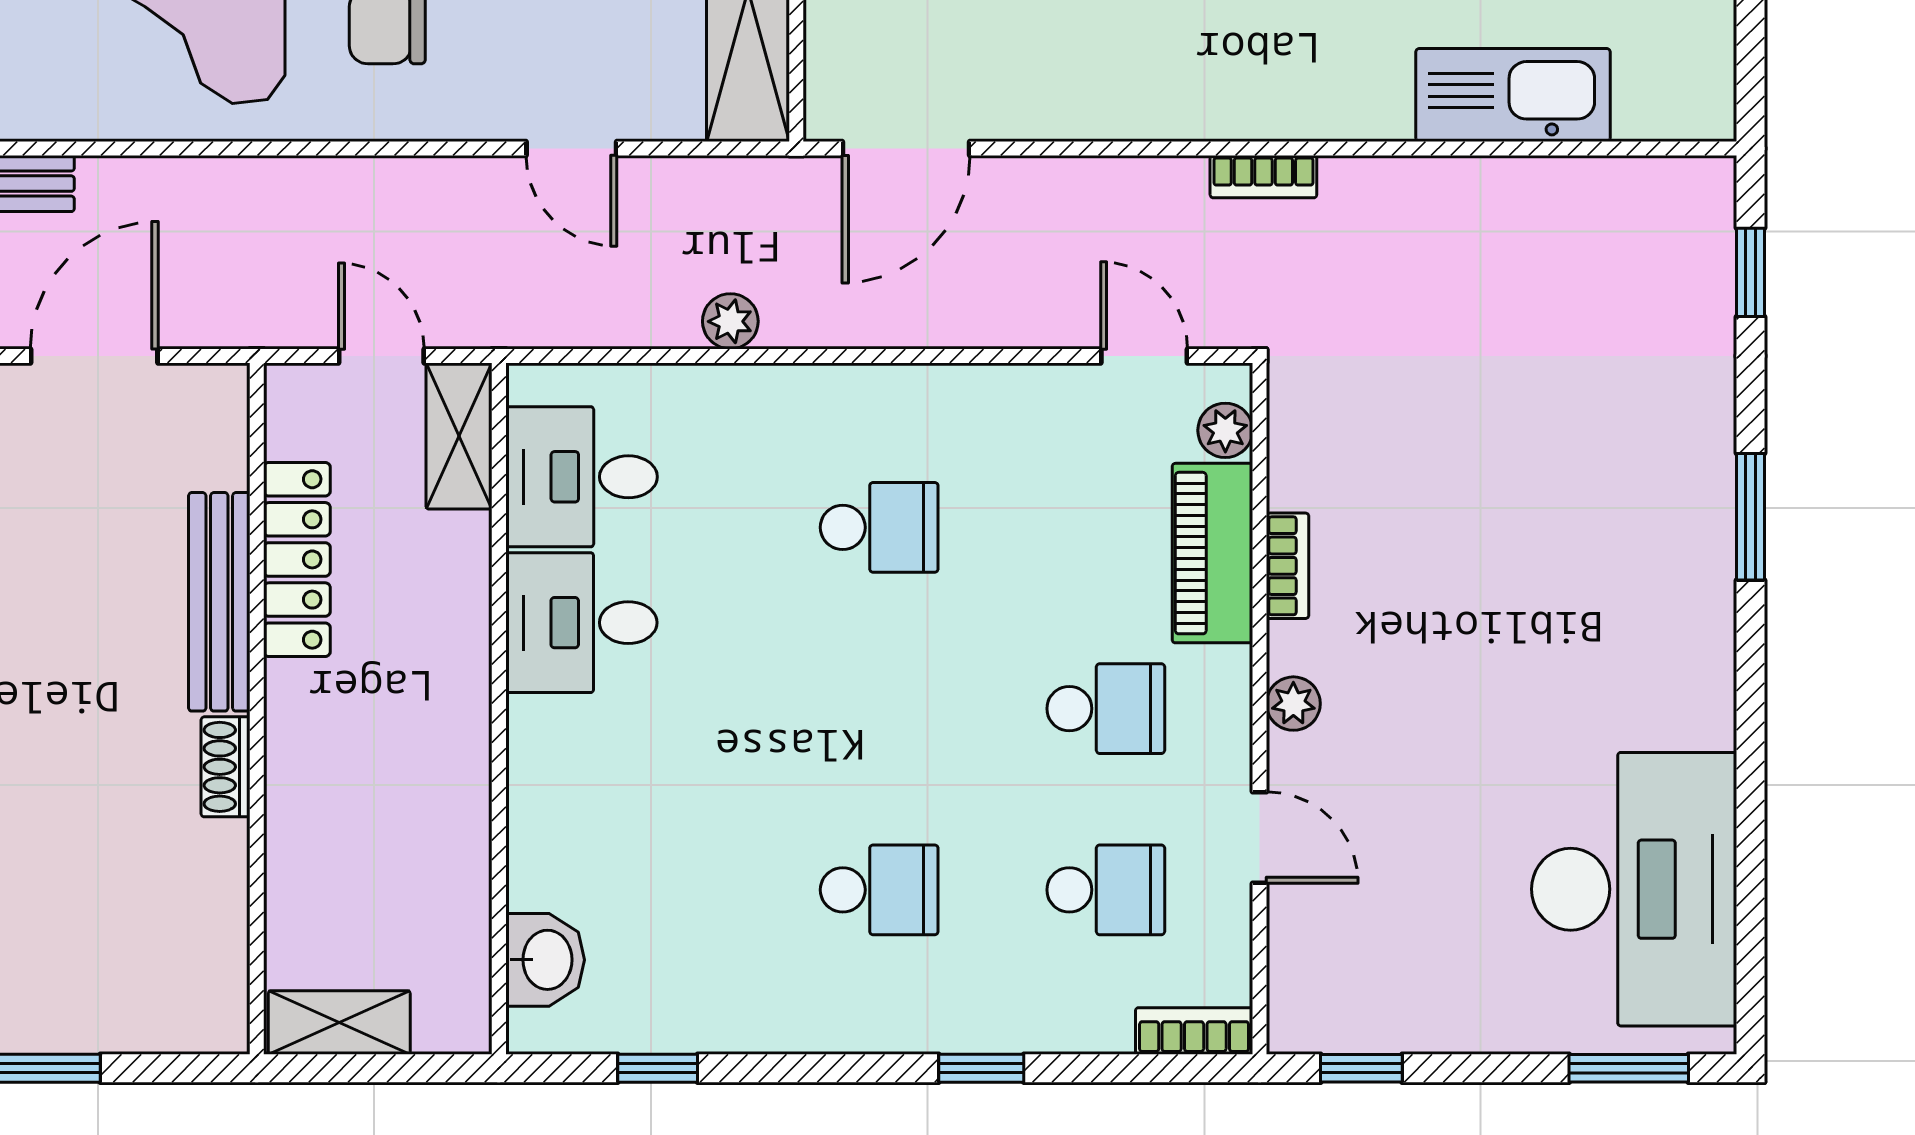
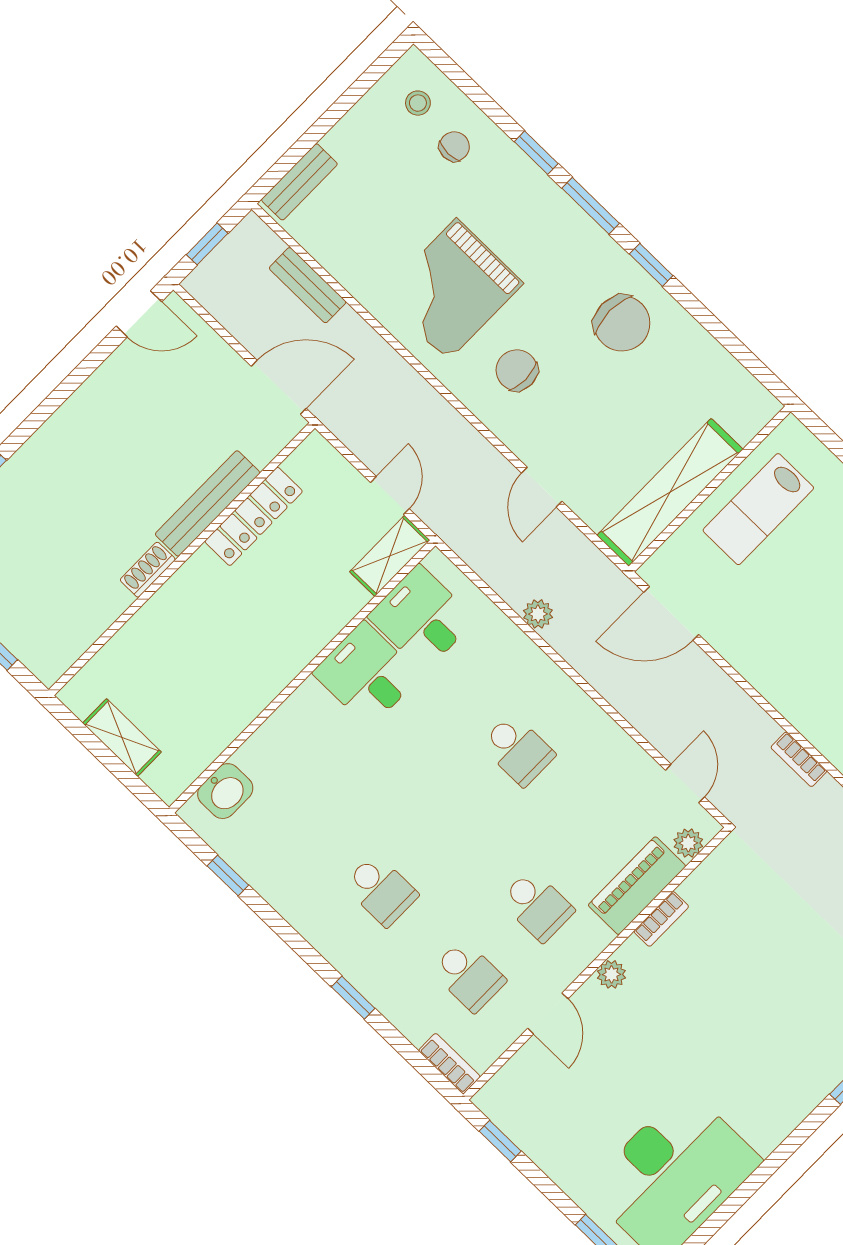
locker: (297, 559) -> (254, 516), moved
bench: (219, 602) -> (208, 503), moved
wall: (257, 709) -> (182, 559), moved
shoe rack: (226, 767) -> (148, 570), moved

